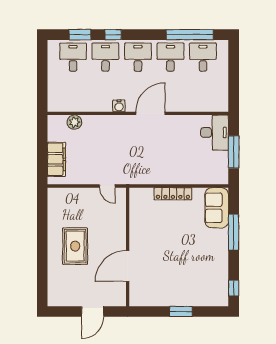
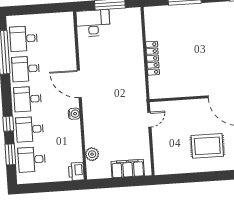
printer: (57, 104) -> (76, 171), added
sofa: (217, 208) -> (163, 17), removed

